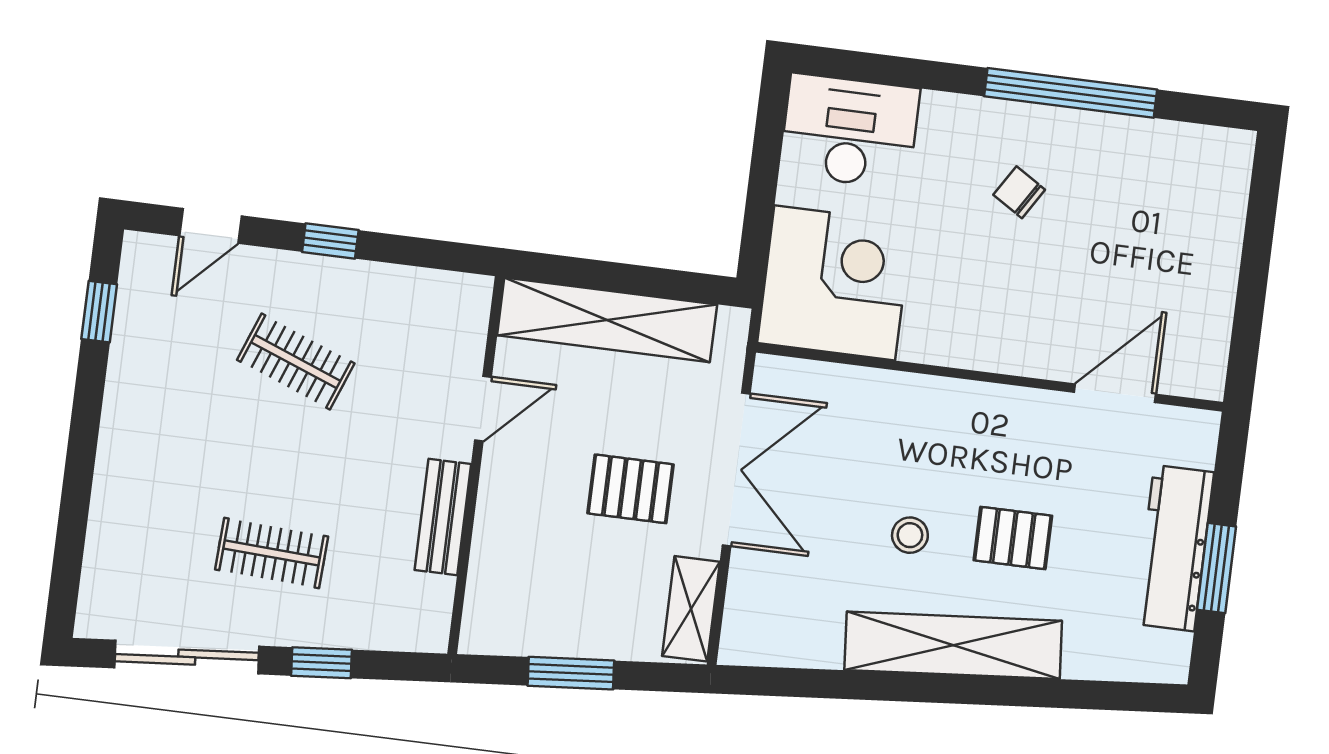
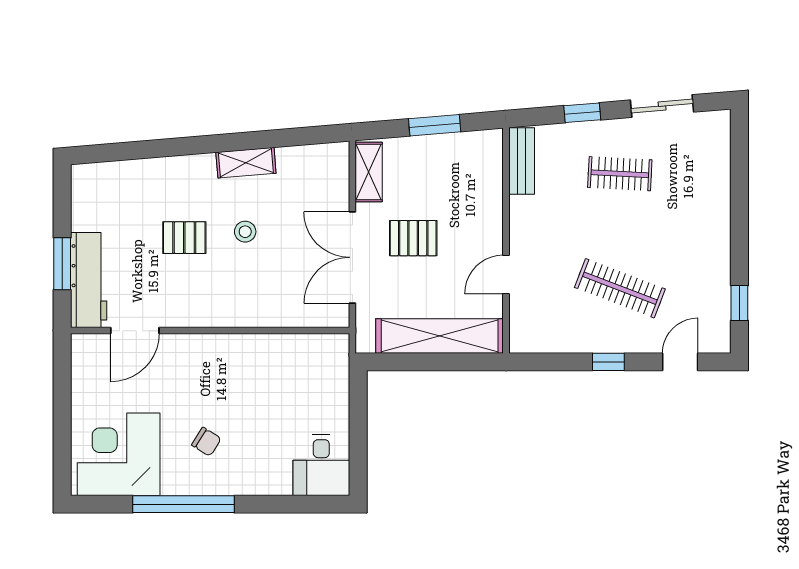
desk: (850, 131) -> (321, 465), width x0.73
corner desk: (835, 283) -> (119, 454), moved, turned 90
clothes rail: (296, 362) -> (620, 288), width x1.36
bench: (443, 517) -> (522, 161), moved
workbench: (1174, 548) -> (89, 280), moved
window: (1217, 568) -> (62, 264), moved
shelving: (953, 645) -> (246, 163), width x0.45, depth x0.75
sliding door: (187, 657) -> (662, 106), width x0.73

